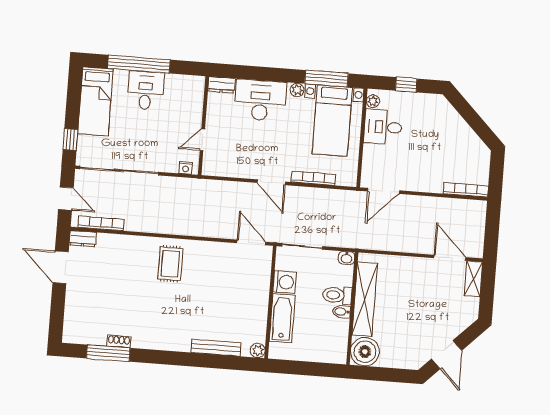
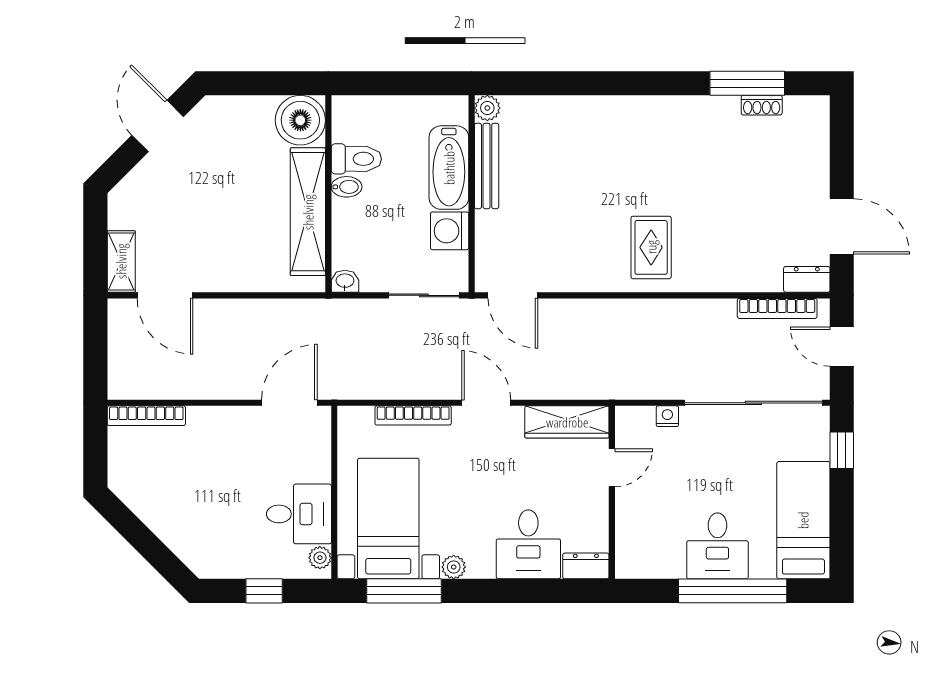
desk: (260, 100) -> (528, 544), width x0.73
nightstand: (186, 168) -> (667, 416), moved
wardrobe: (226, 168) -> (567, 422), added
toilet: (337, 295) -> (356, 159), moved
shoe rack: (119, 341) -> (762, 105), moved
bench: (216, 348) -> (487, 166), moved, turned 90

